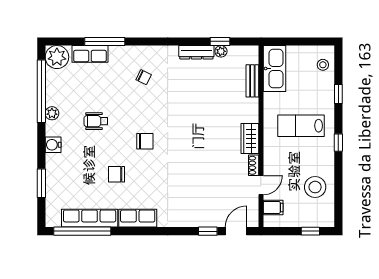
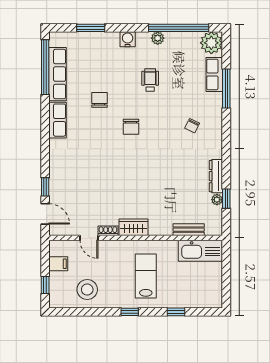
stool: (323, 65) -> (204, 297), removed
filing cabinet: (273, 207) -> (58, 264), moved, turned -90

